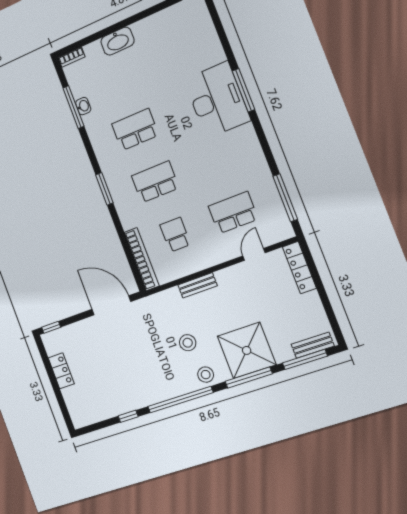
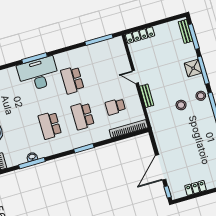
school desk: (233, 213) -> (72, 80), moved
door: (254, 254) -> (135, 77), moved
door: (111, 305) -> (161, 167), moved
shower: (247, 350) -> (193, 68), width x0.54, depth x0.54

